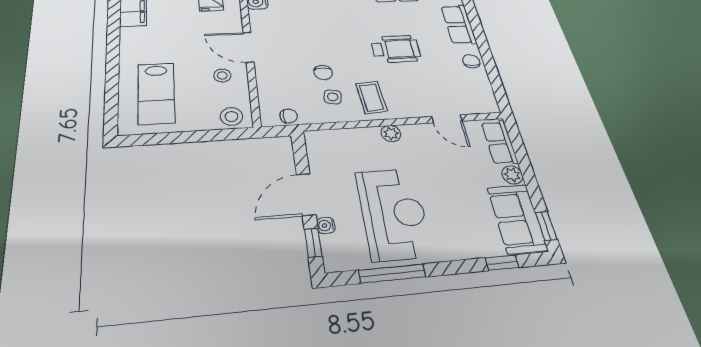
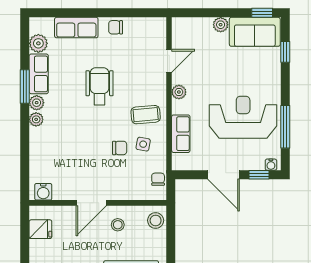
plant: (391, 133) -> (179, 92), moved
row of seats: (499, 142) -> (181, 134), moved, turned -90
water cooler: (326, 225) -> (271, 165), moved

